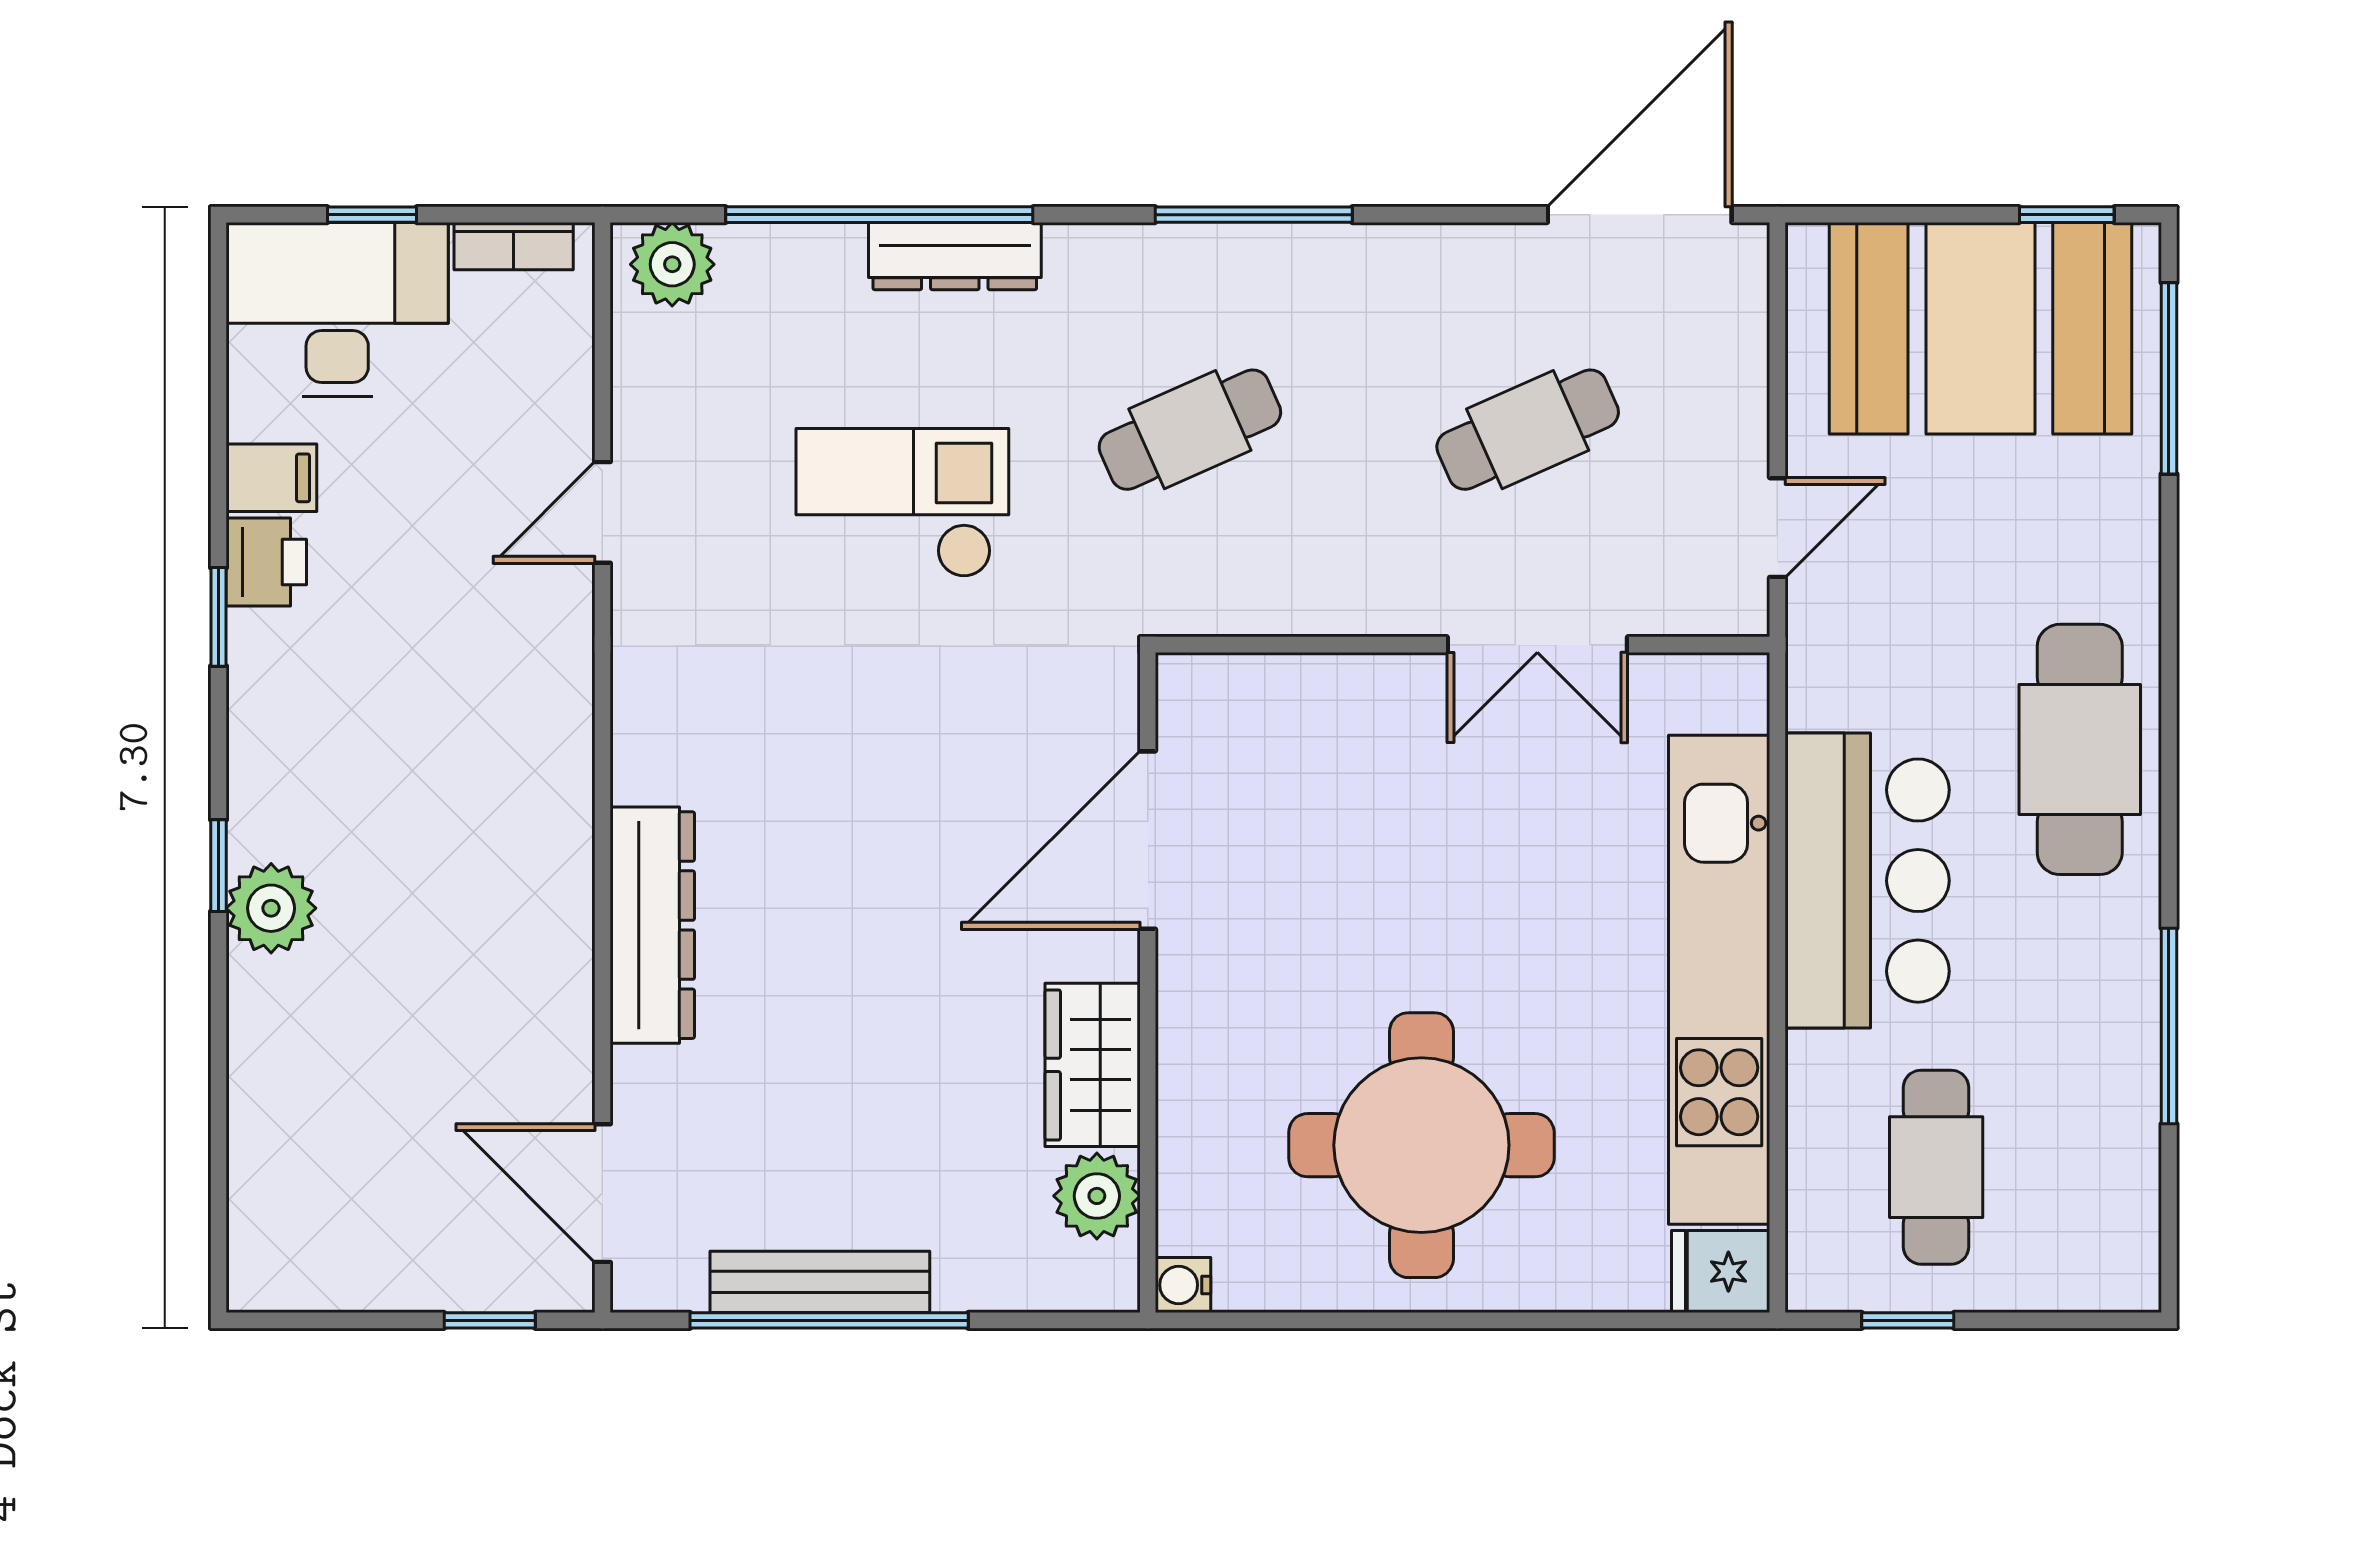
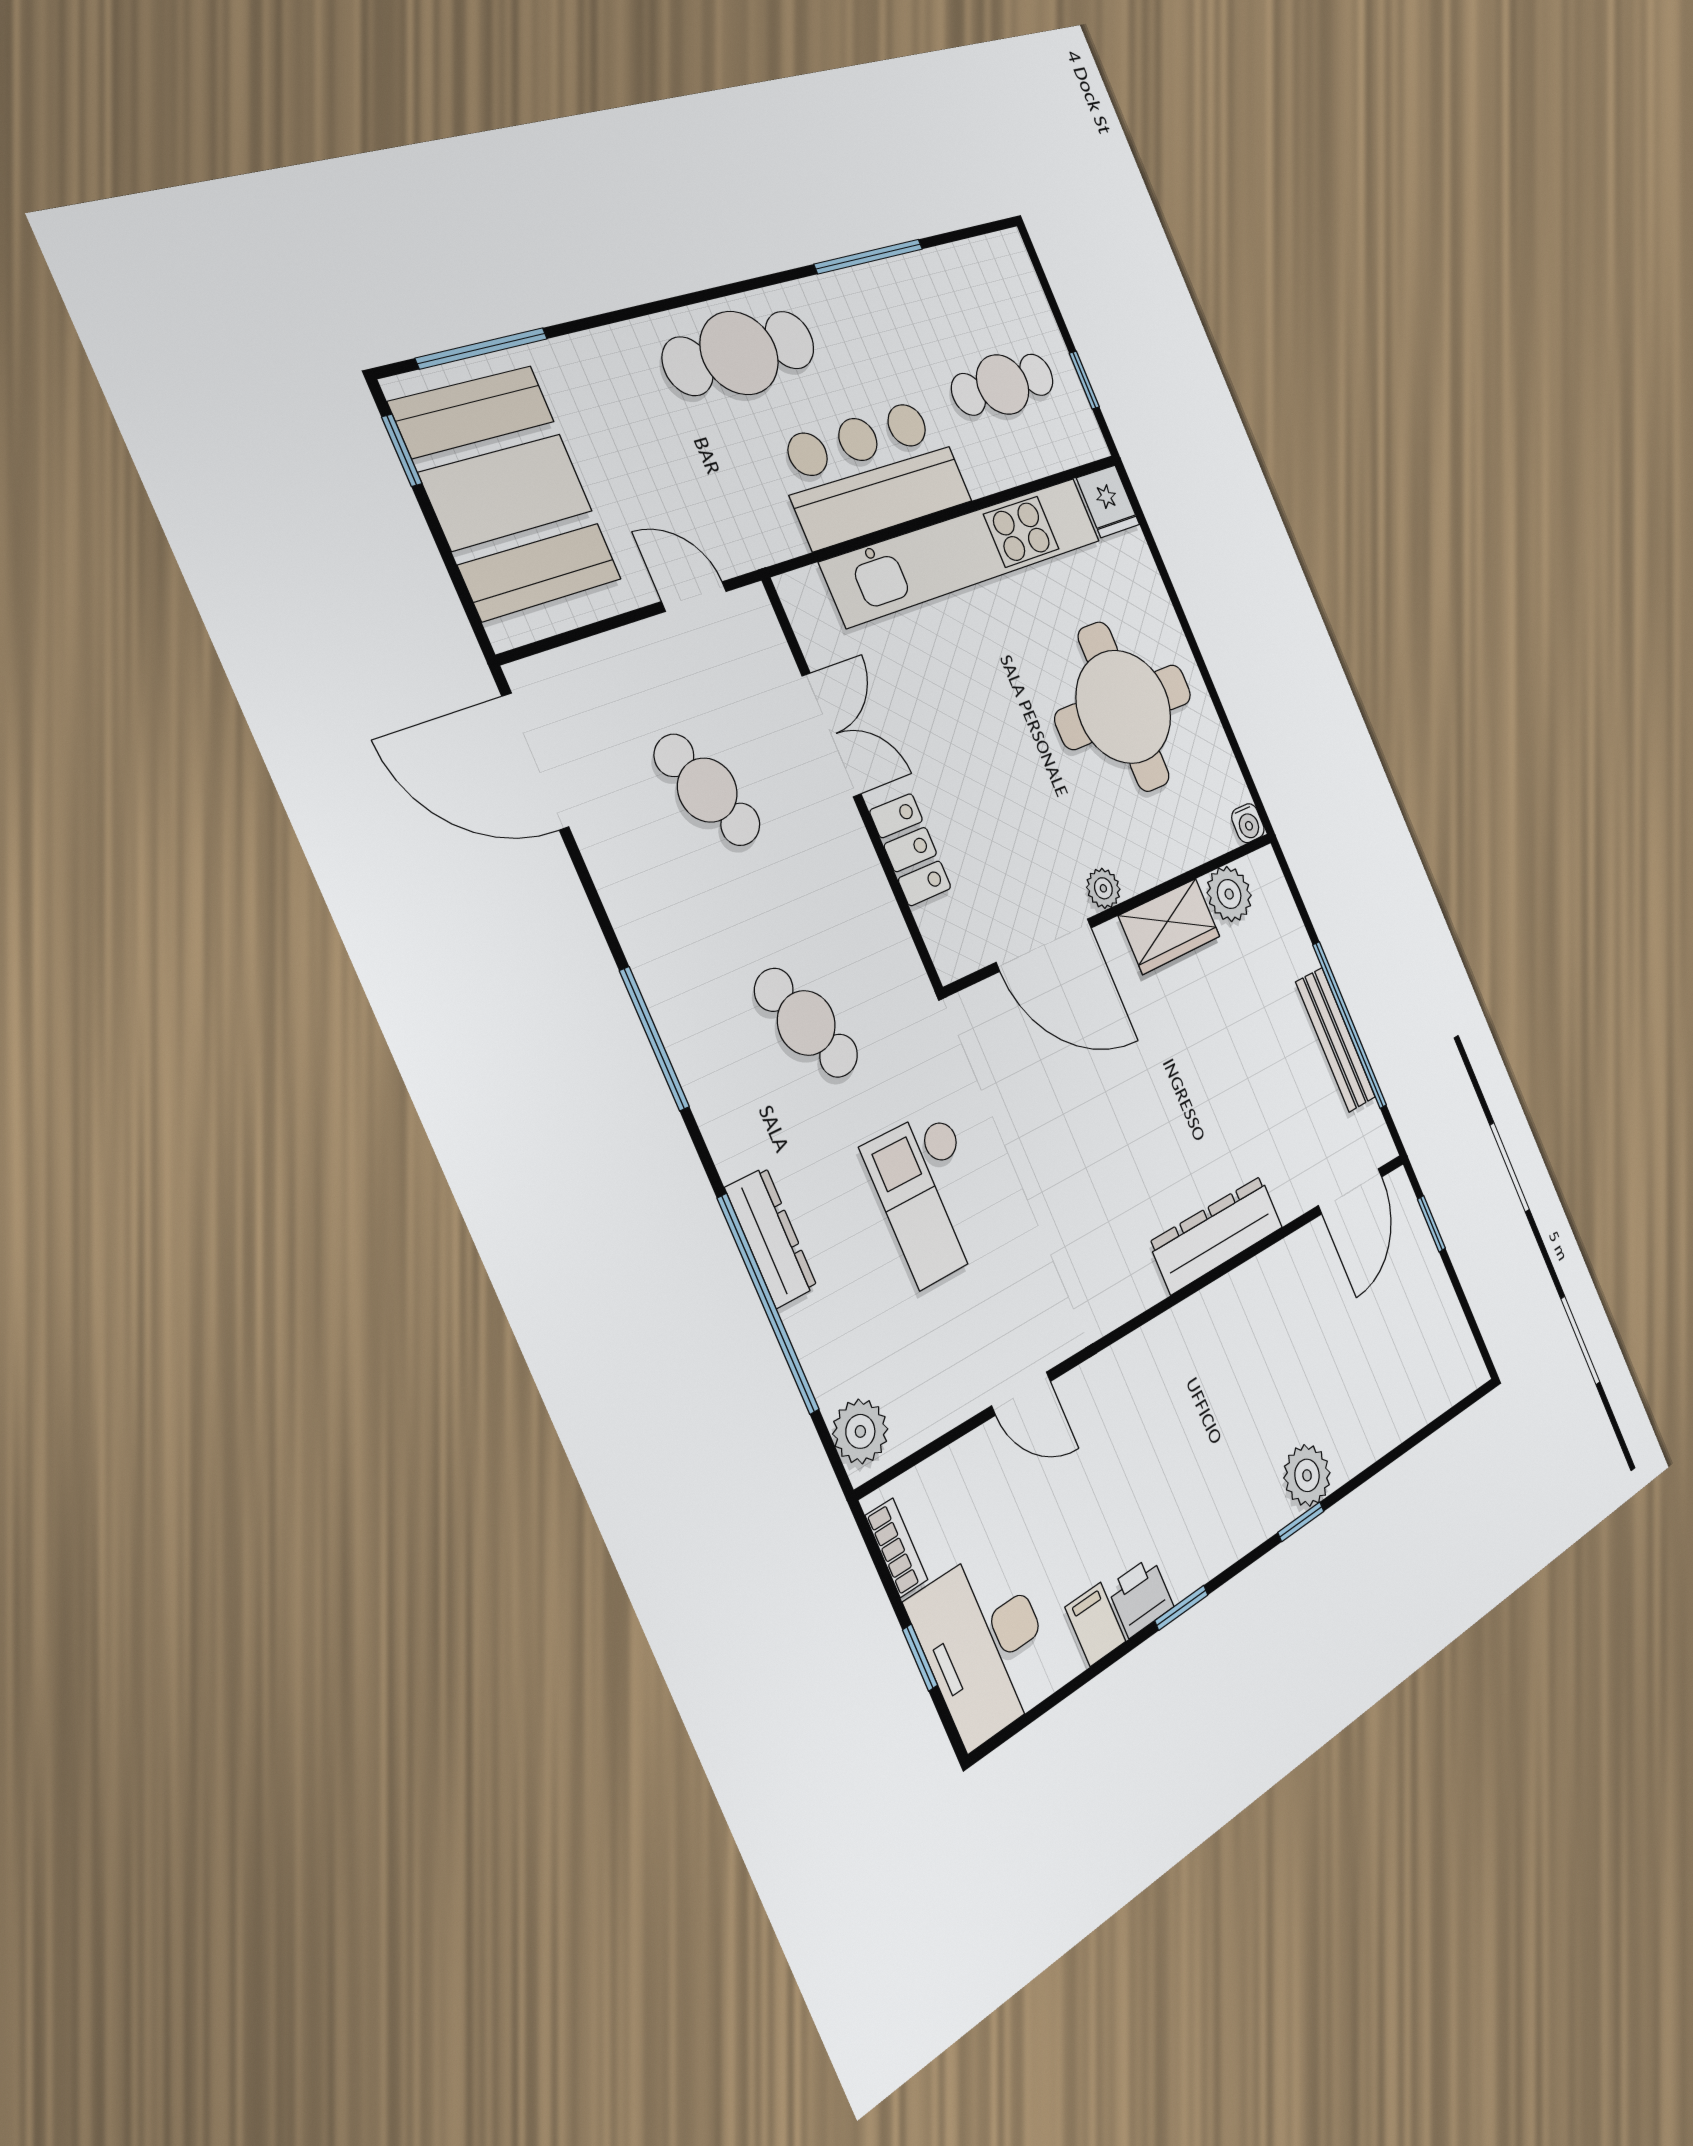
locker: (1349, 691) -> (910, 850), added
plant: (1186, 978) -> (1103, 888), added

